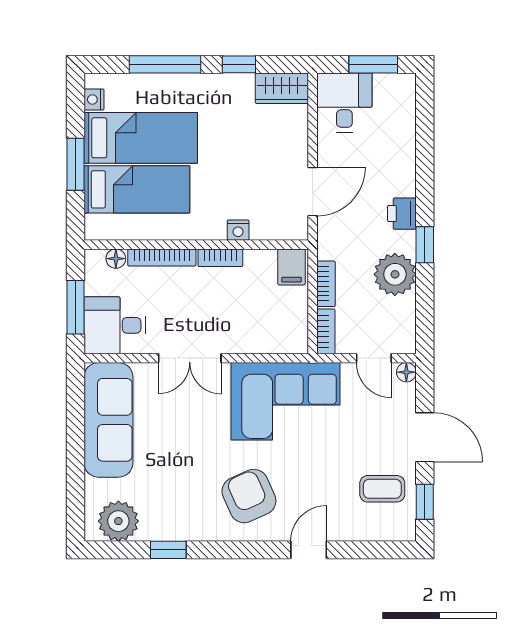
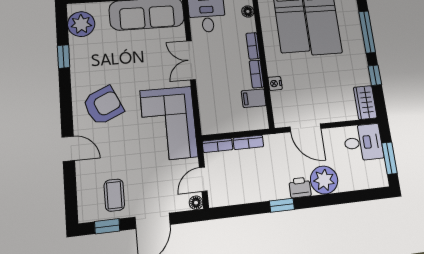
bookcase: (162, 258) -> (253, 46), width x0.64
filing cabinet: (292, 267) -> (254, 98), moved
plant: (395, 274) -> (324, 180), moved

